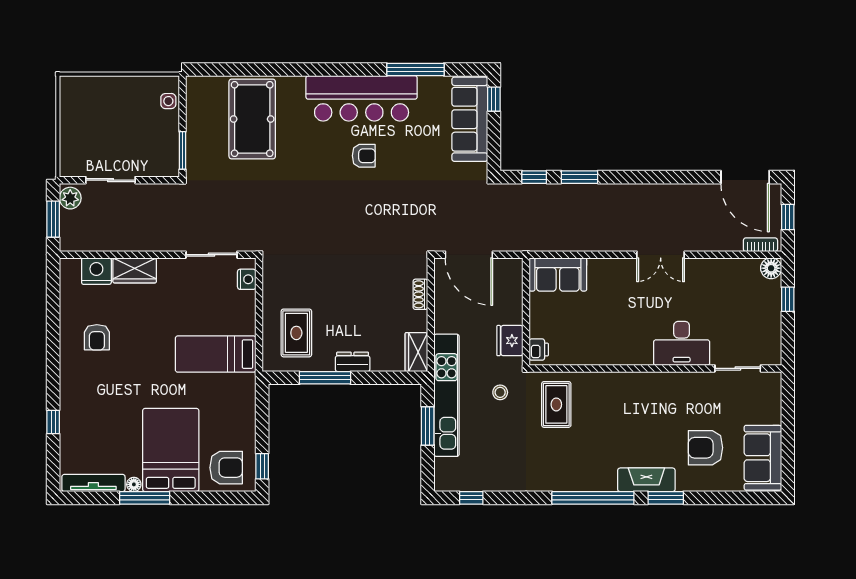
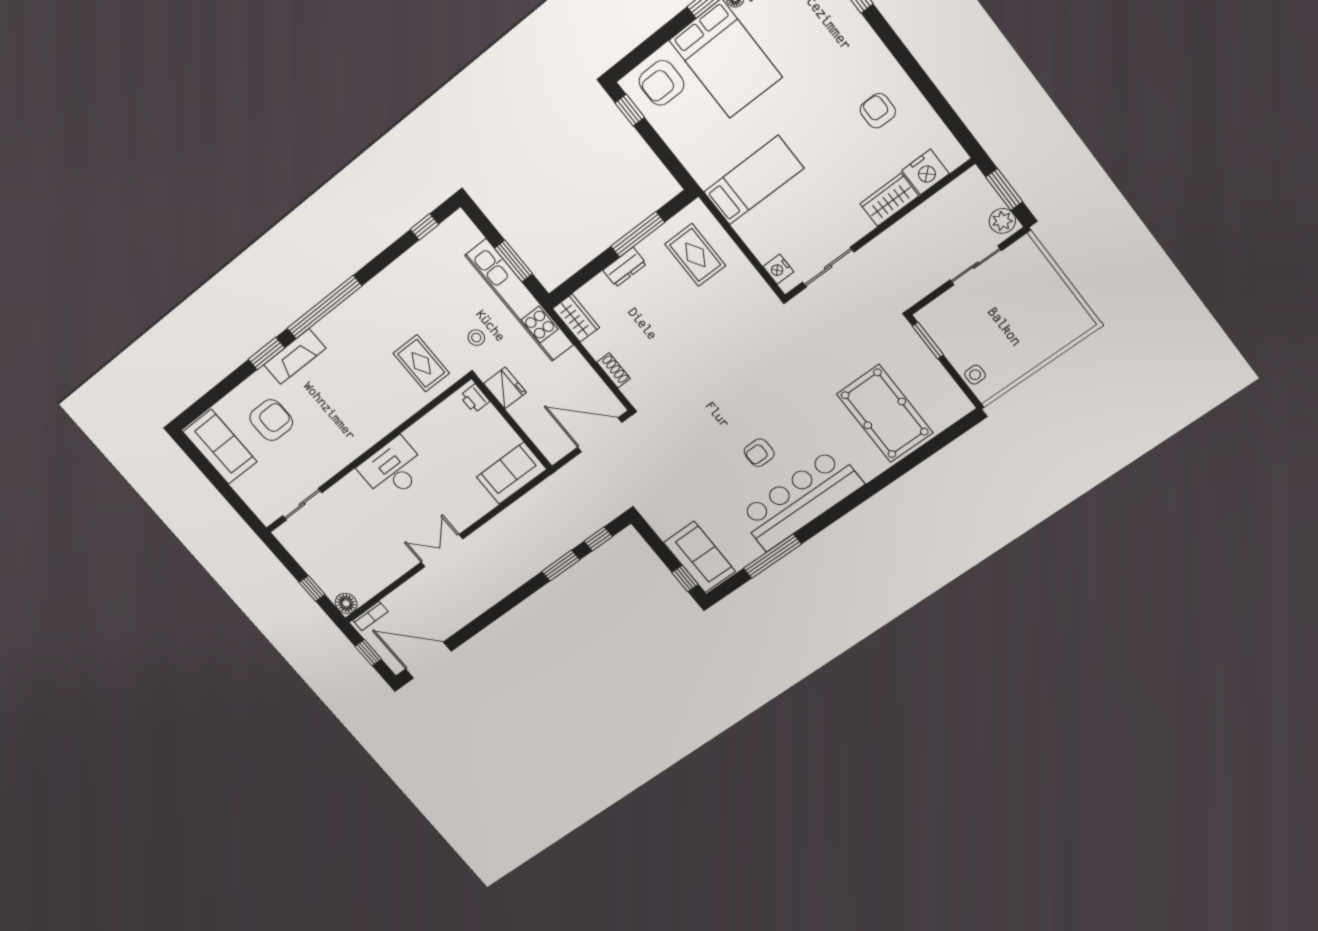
sofa: (470, 119) -> (700, 557), width x0.73
desk: (682, 343) -> (393, 469), moved

